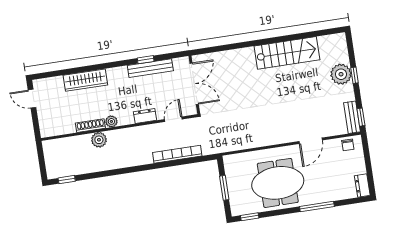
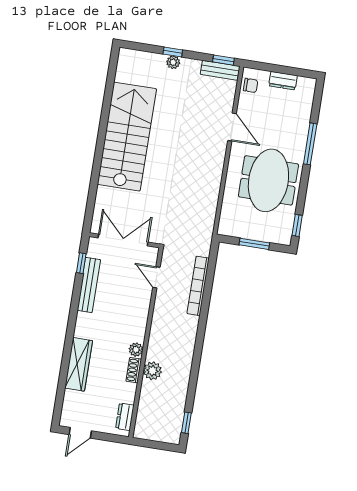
stairs: (287, 53) -> (127, 137), width x1.36, depth x1.51
window: (146, 60) -> (81, 263), moved
plant: (341, 74) -> (173, 62), width x0.53, depth x0.53
dresser: (145, 116) -> (125, 417), moved
shoe rack: (90, 126) -> (134, 370), width x0.70
dresser: (362, 186) -> (283, 81), moved

